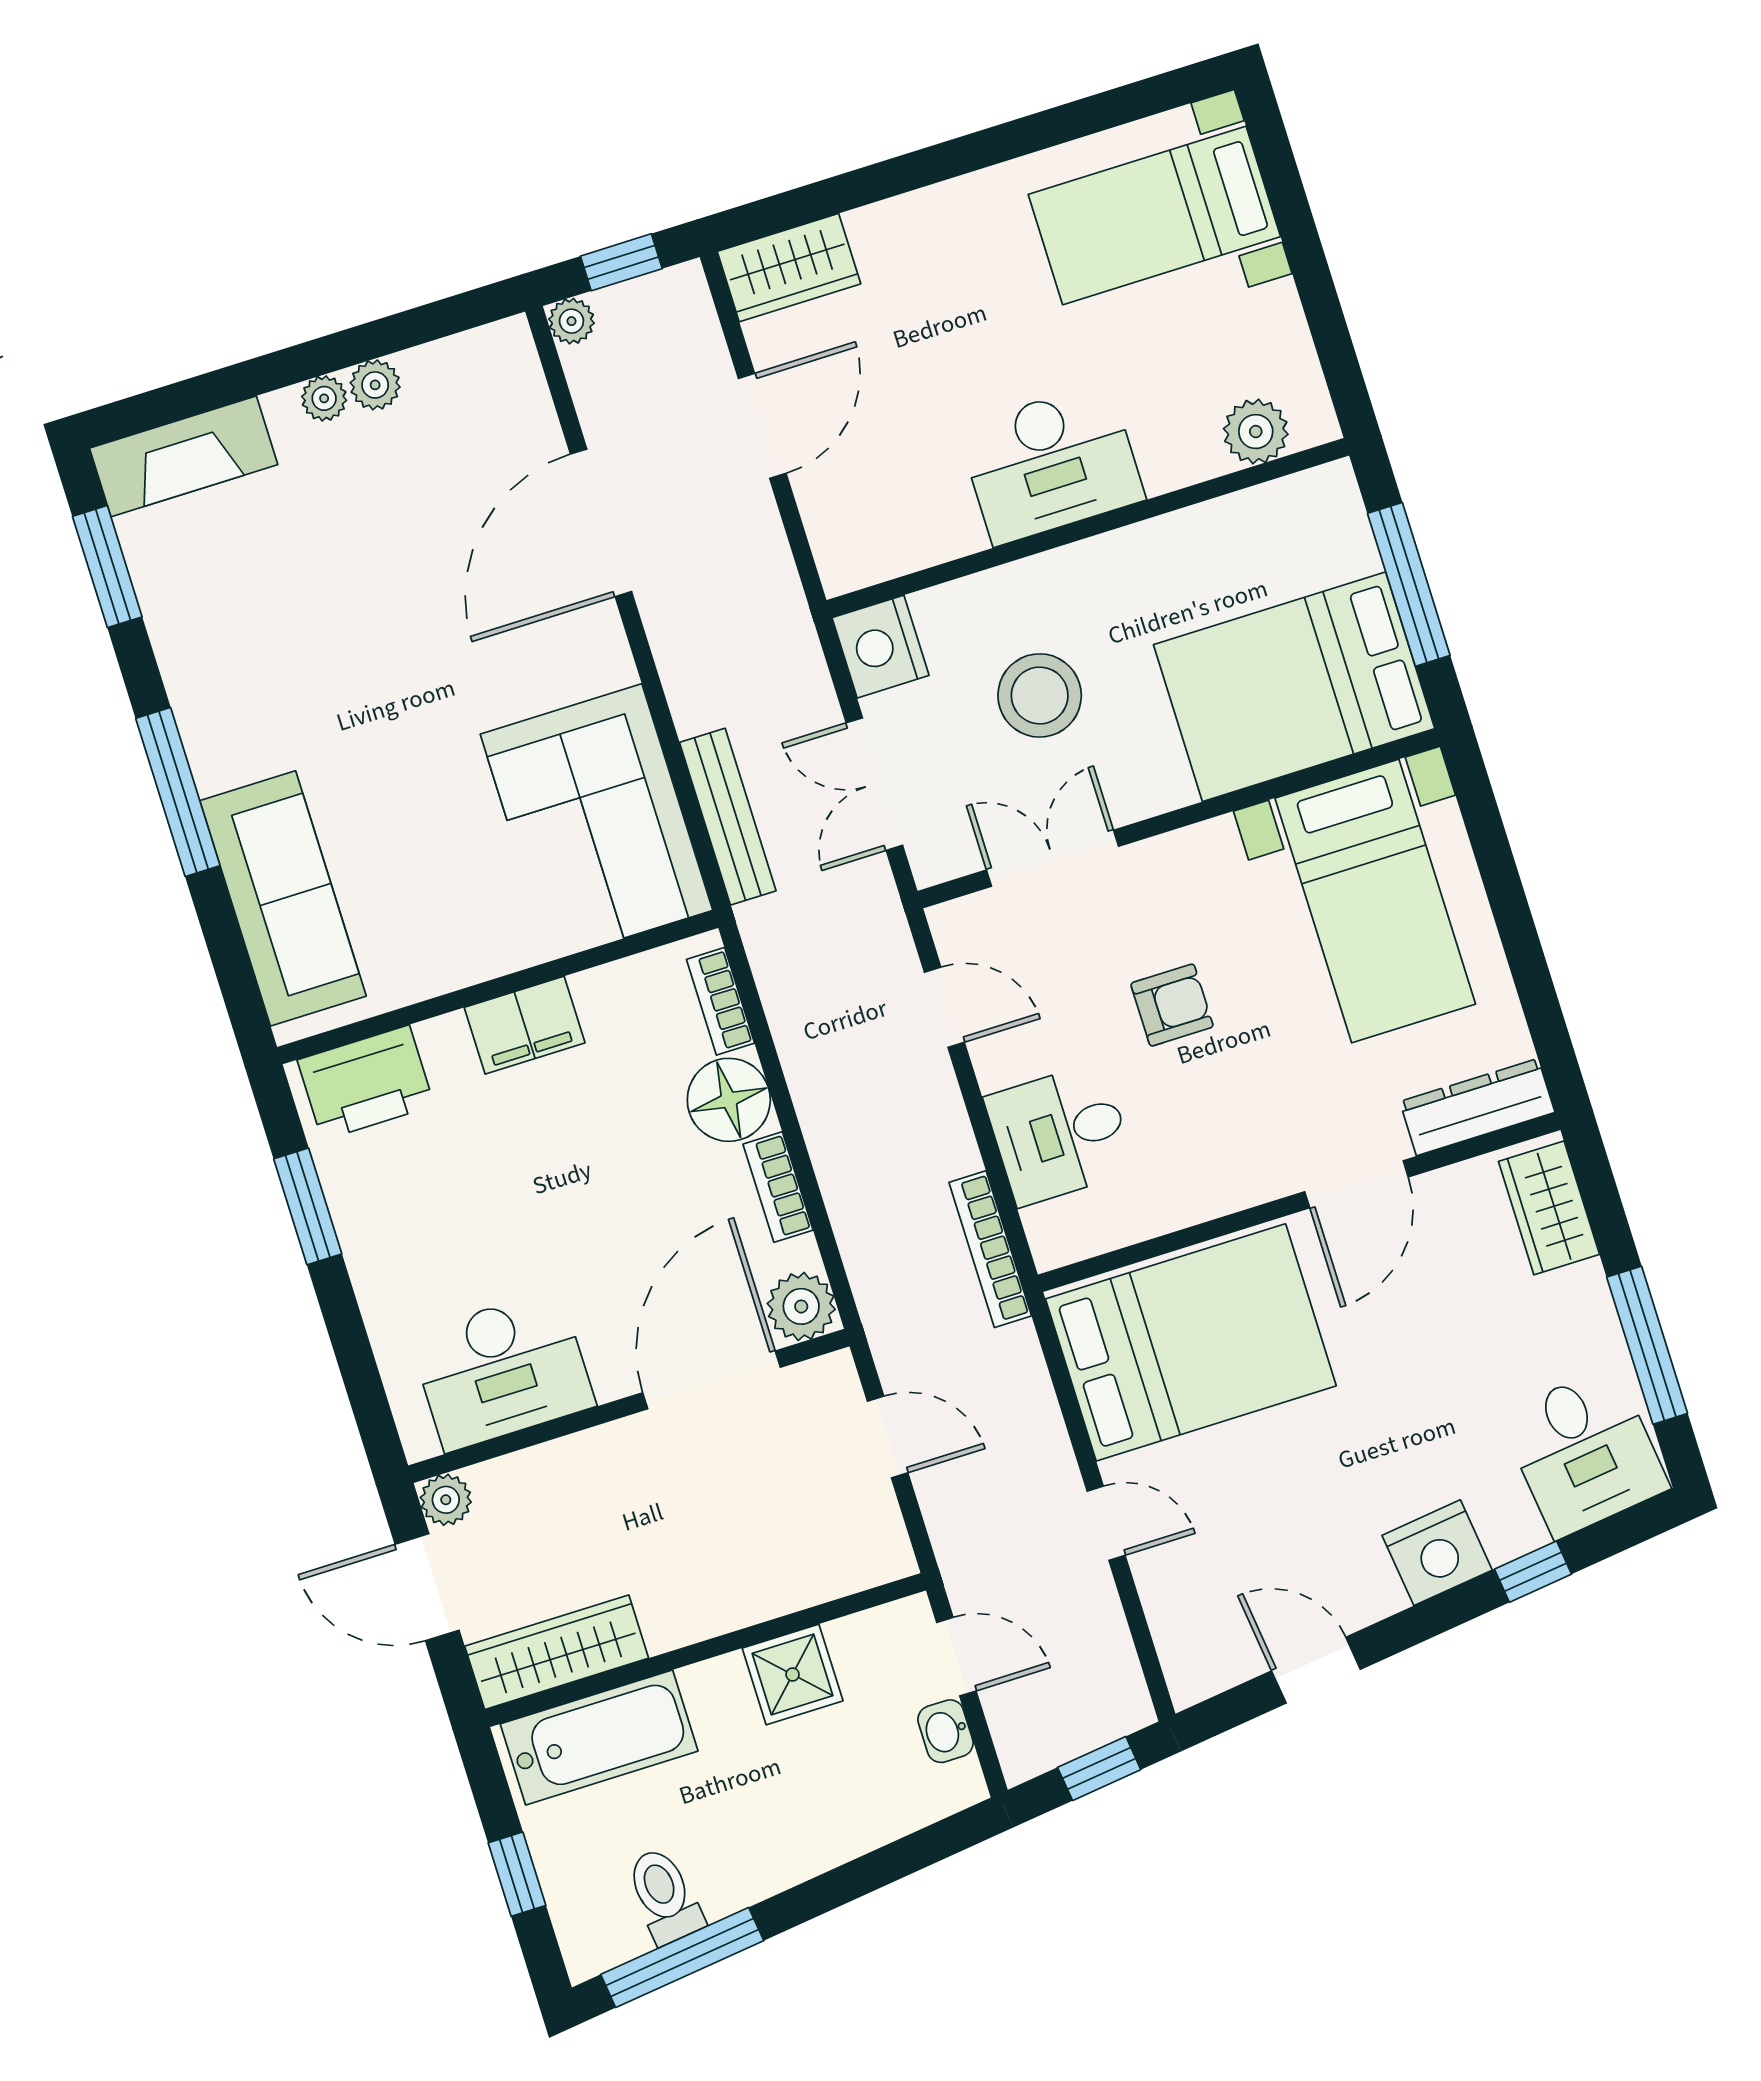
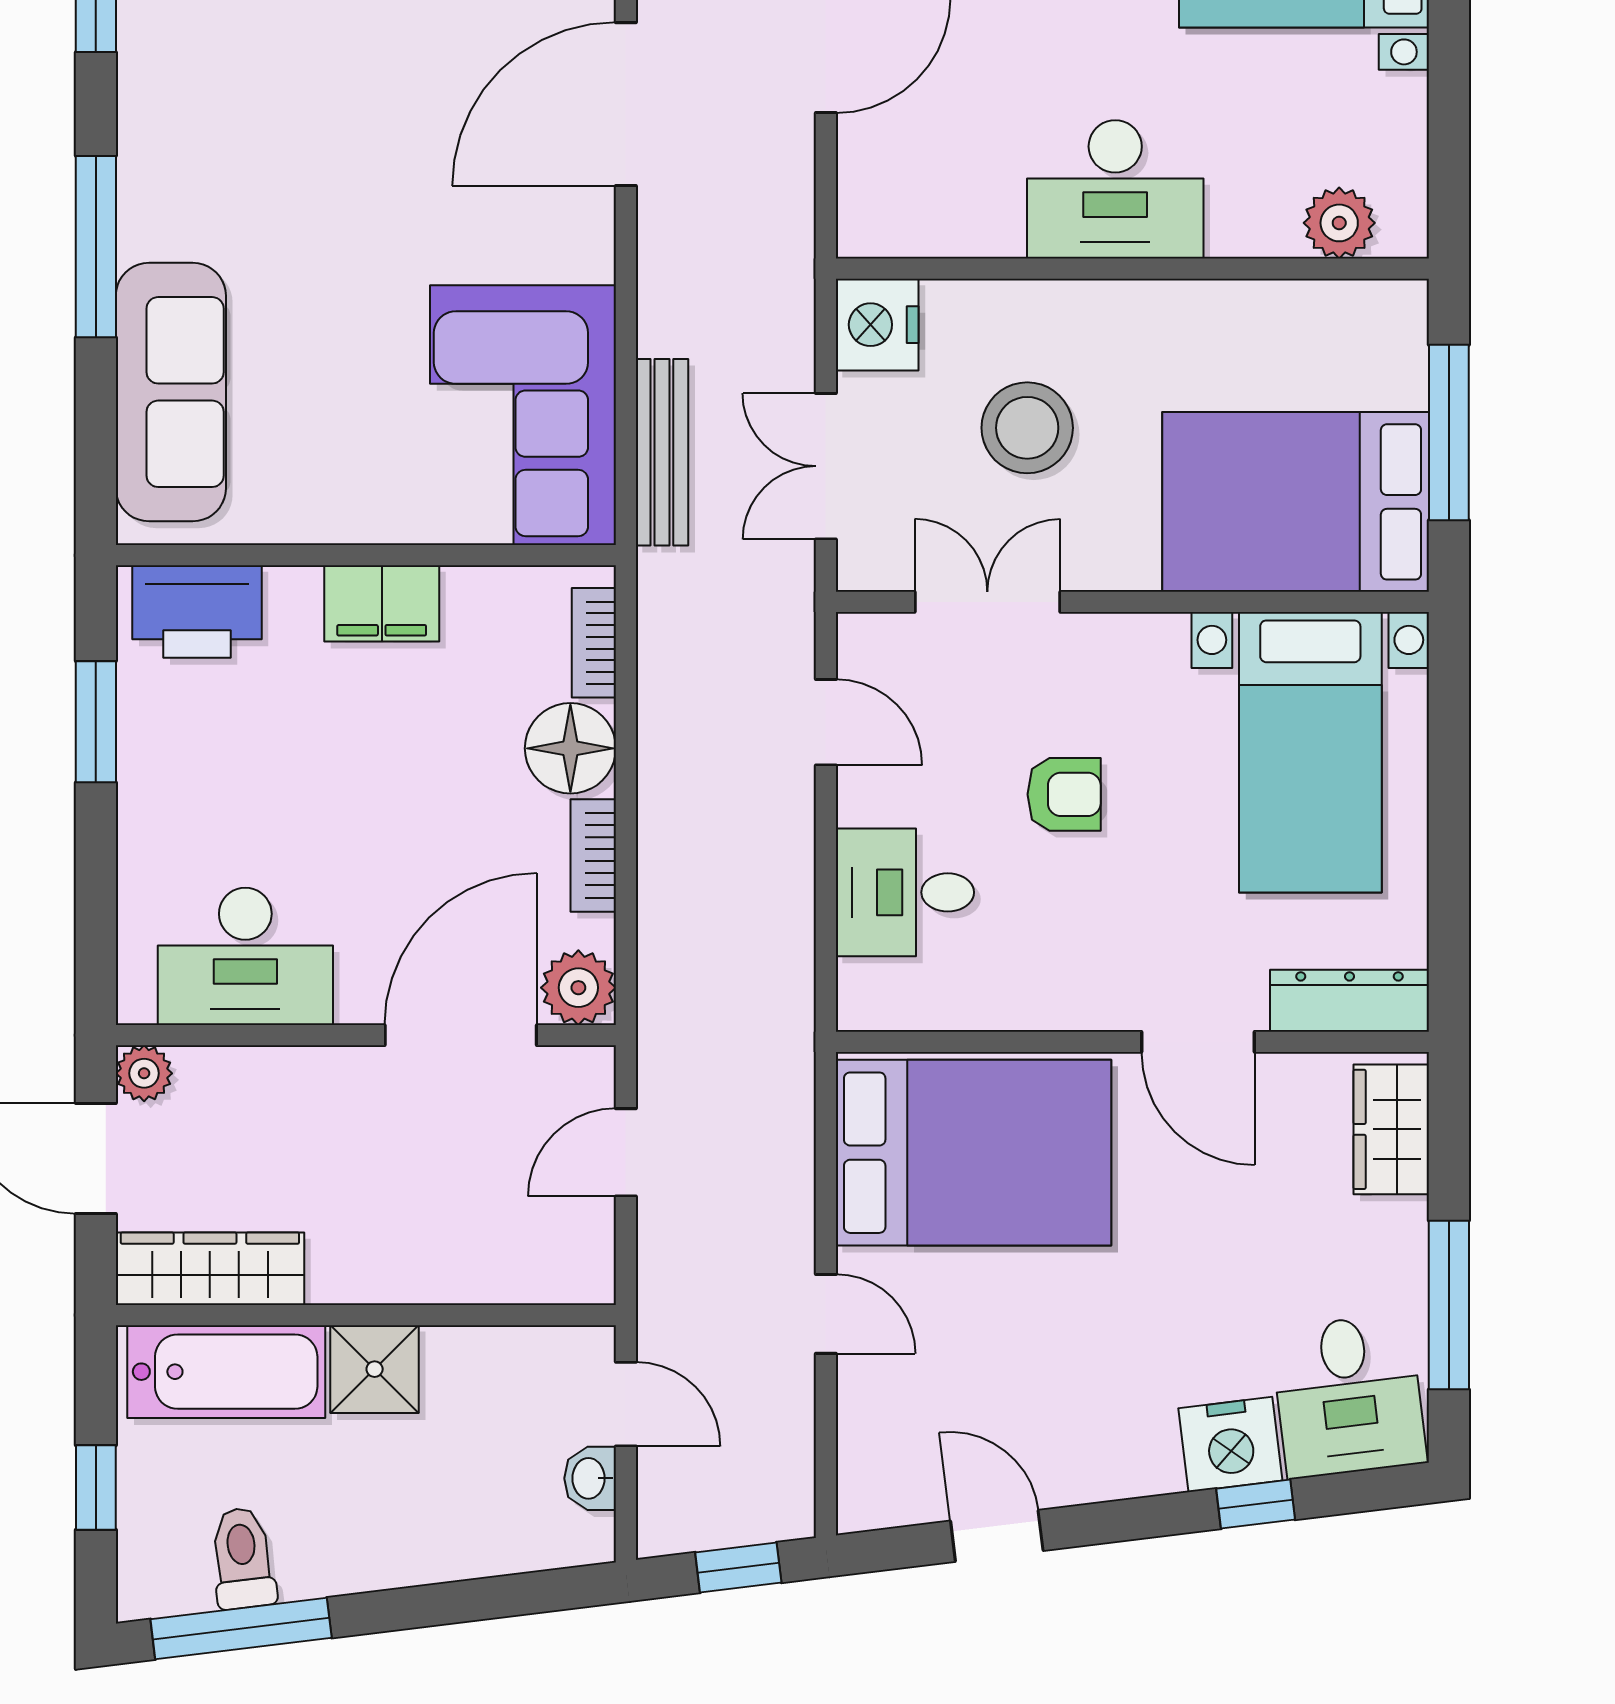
door: (1356, 1184) -> (1198, 1042), hinge flipped
bookcase: (990, 1249) -> (794, 990), removed
door: (888, 1437) -> (626, 1152), swing flipped
nightstand: (1437, 1553) -> (1230, 1444), moved
shower: (793, 1674) -> (375, 1369), moved

